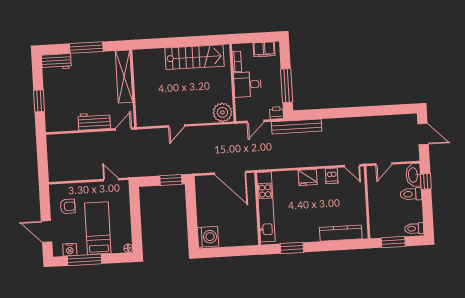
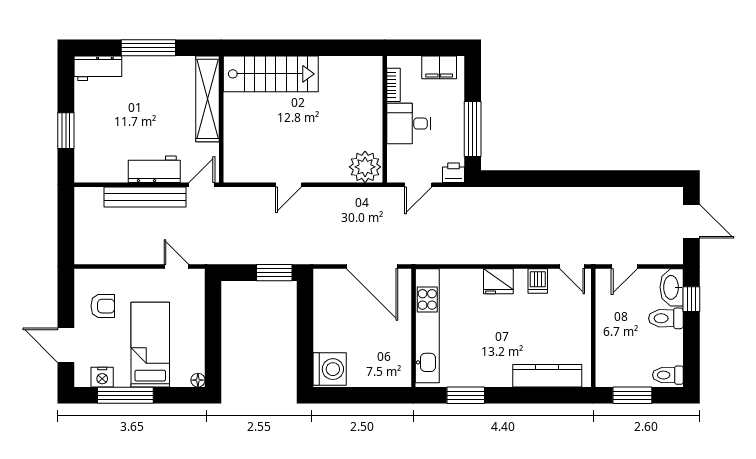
stairs: (194, 57) -> (271, 74), moved
bench: (297, 126) -> (145, 197), moved

